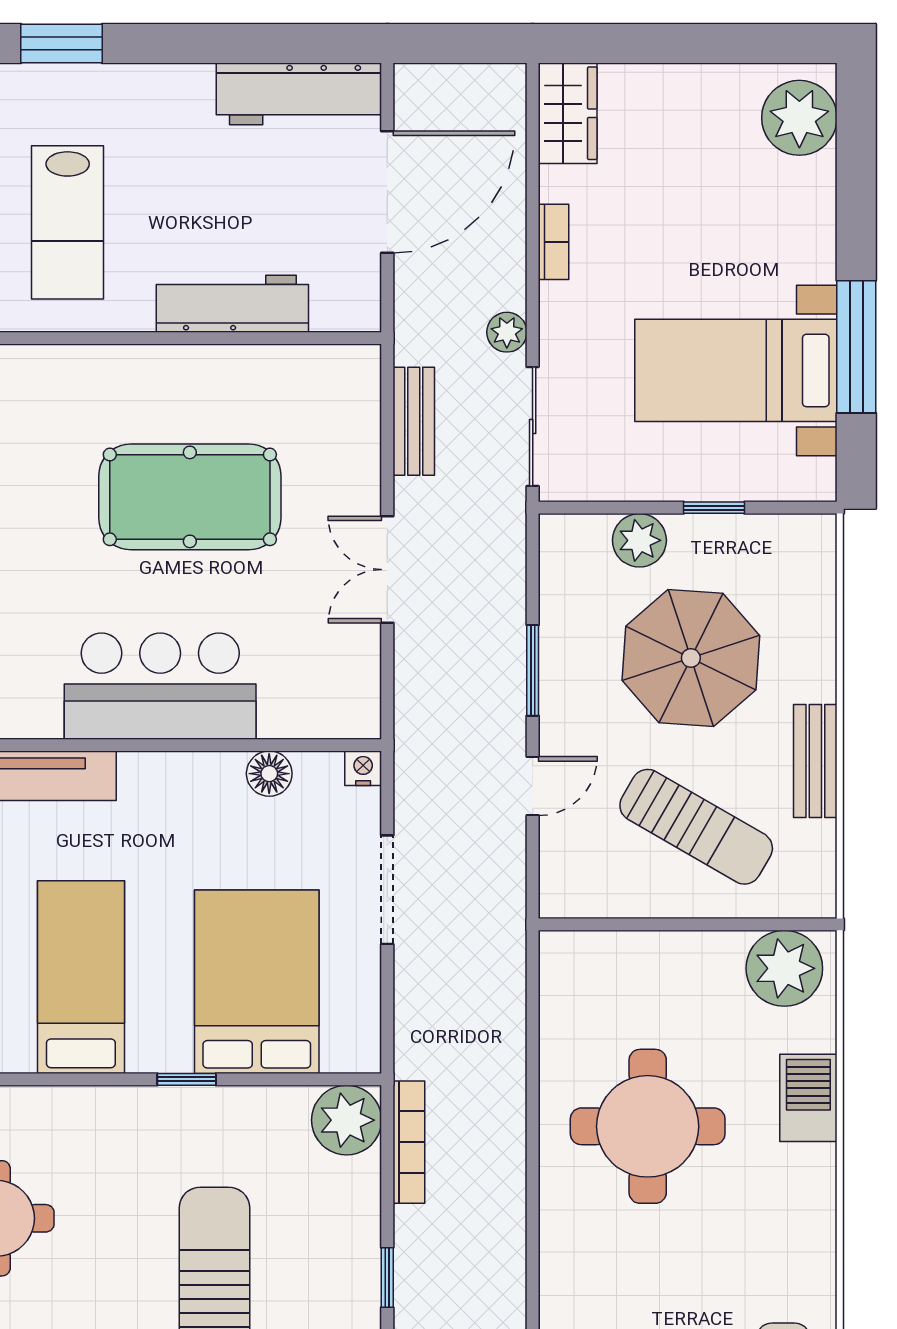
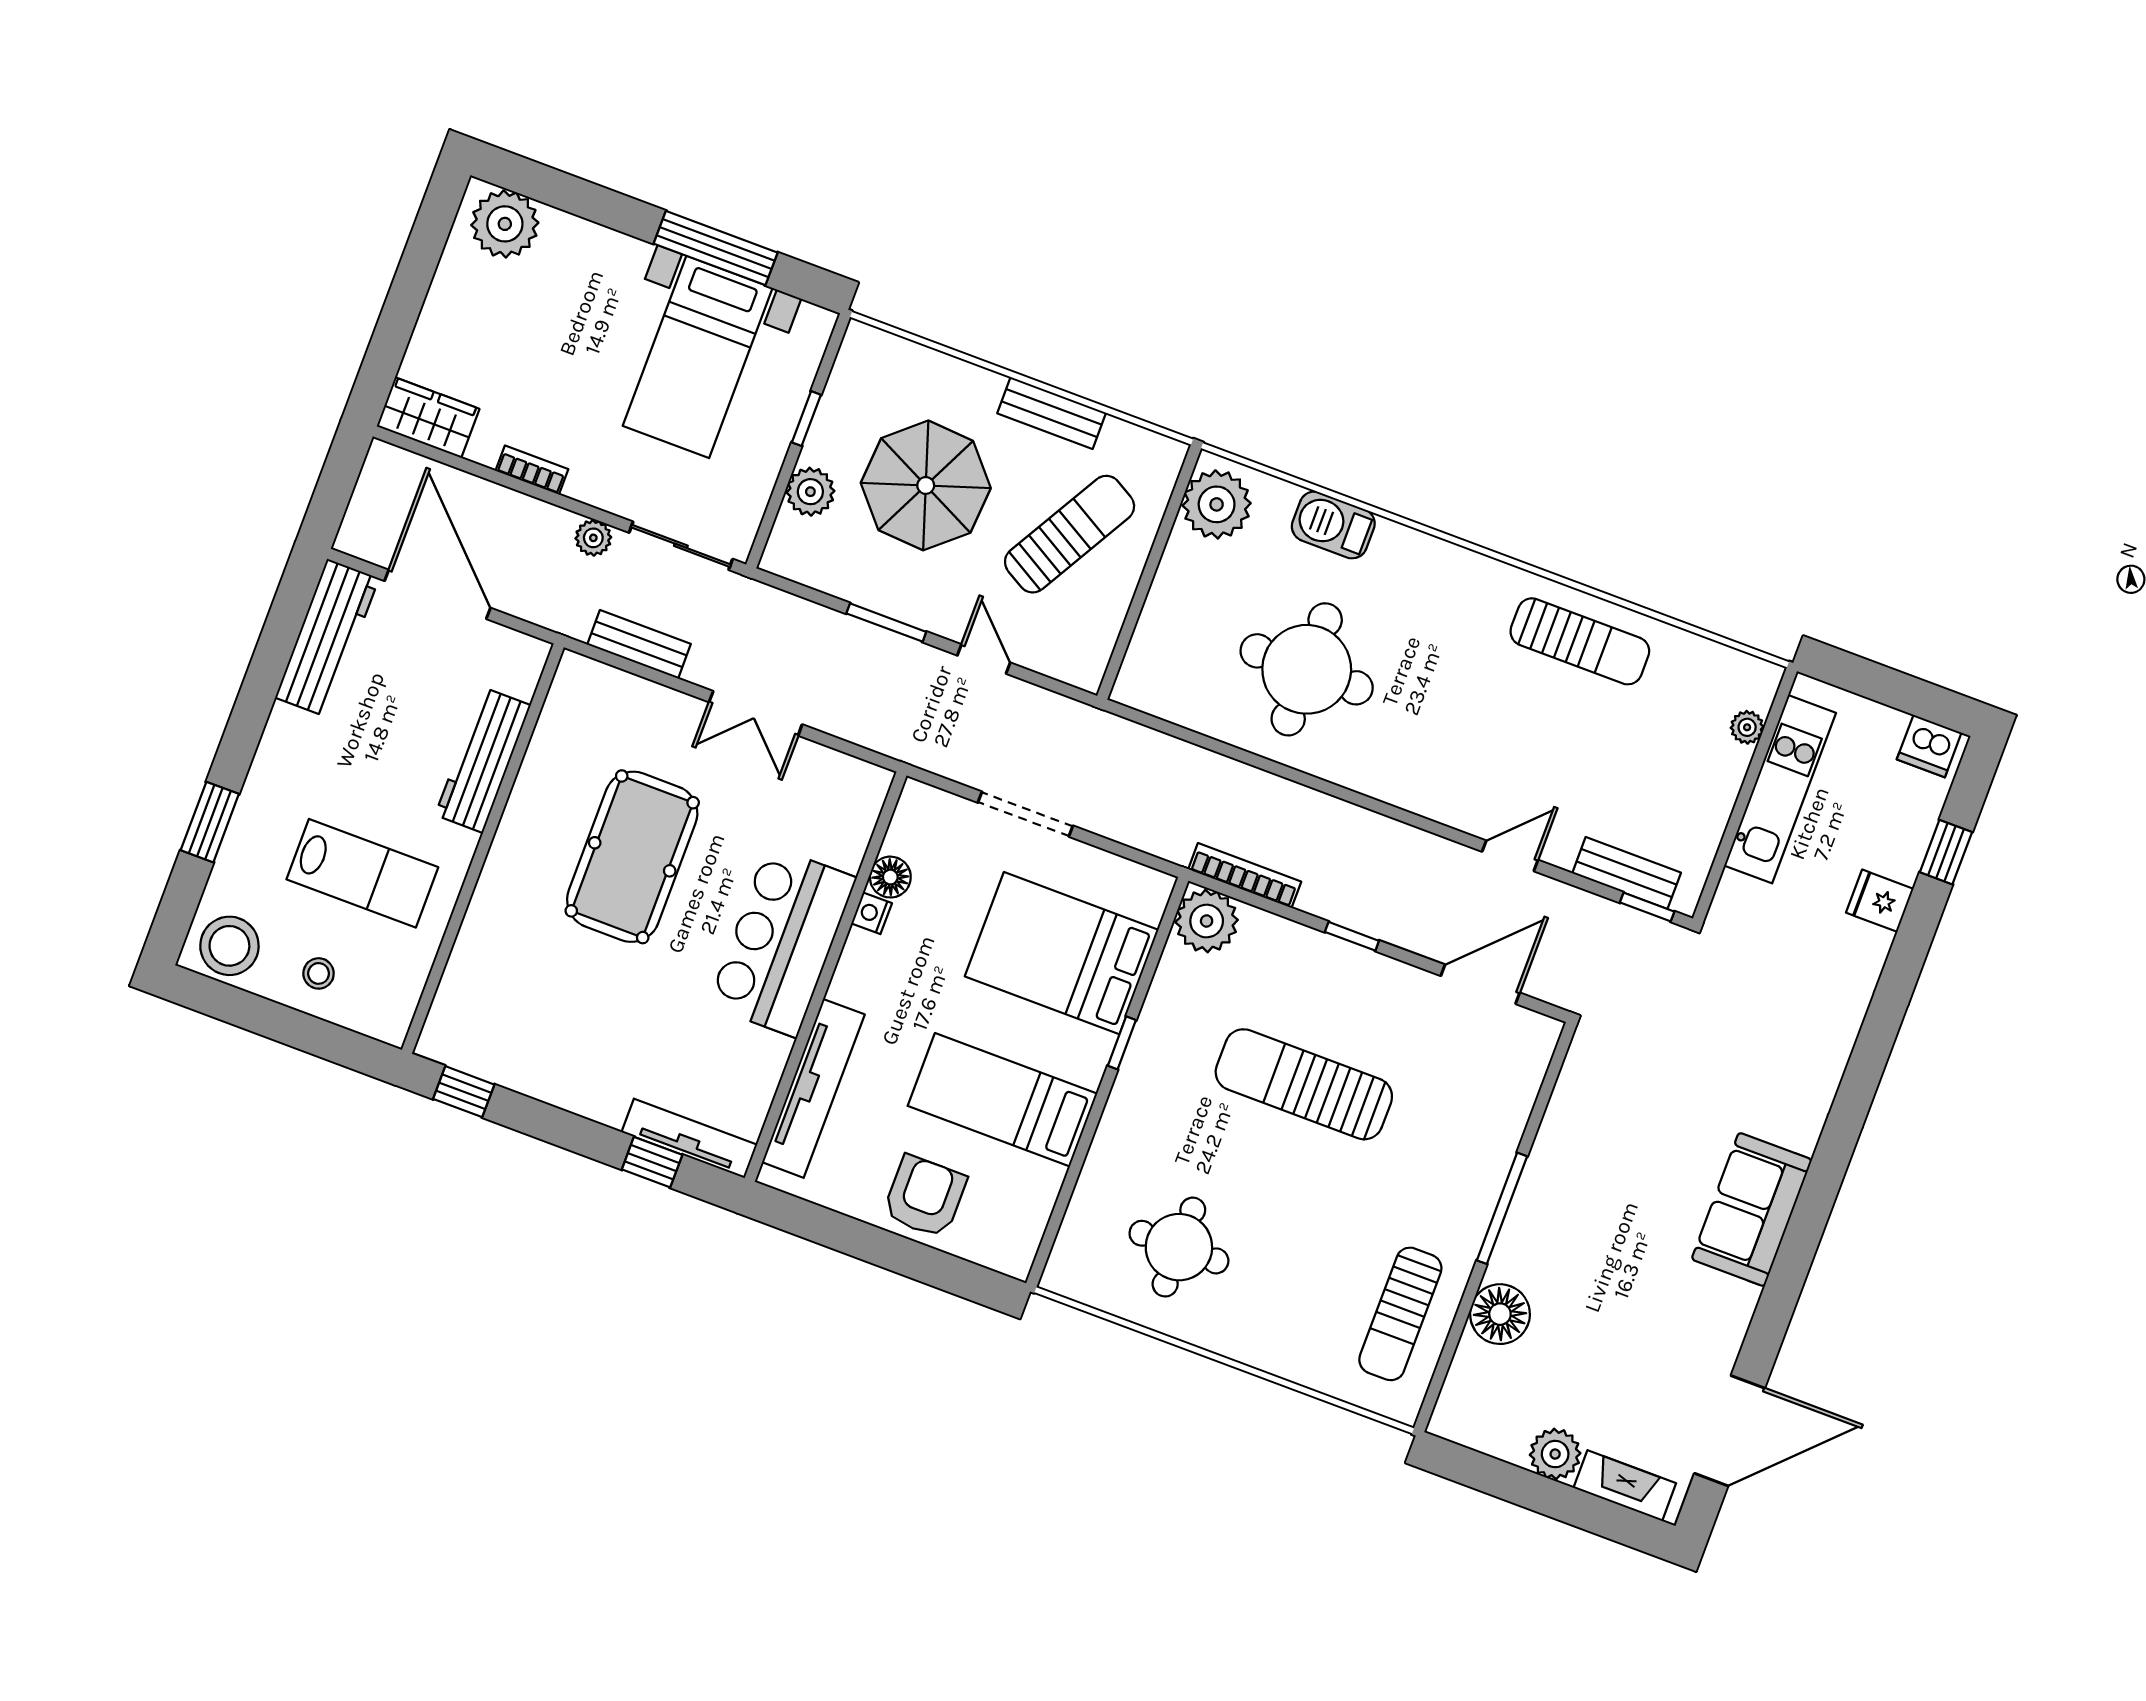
nightstand: (363, 768) -> (872, 913), moved

